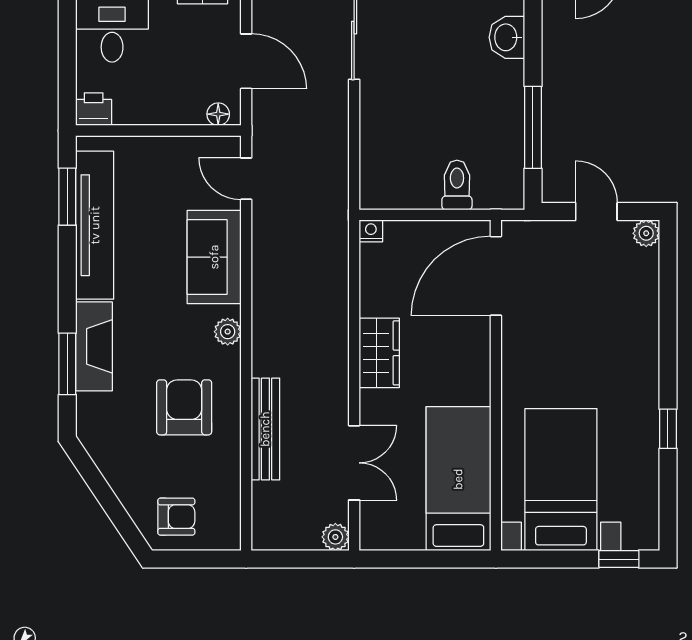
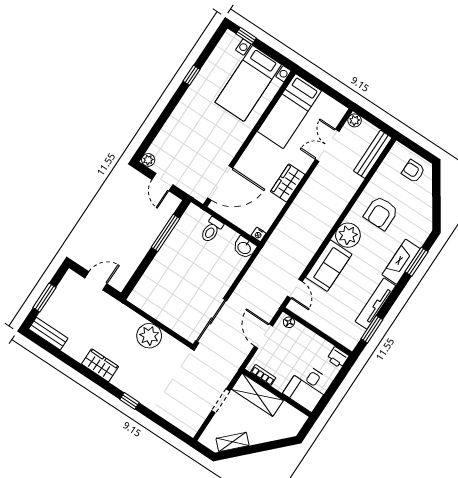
washbasin: (507, 37) -> (244, 248), moved, turned 90
tv unit: (95, 225) -> (375, 304), width x0.73, depth x0.78
plant: (228, 332) -> (348, 235), width x1.88, depth x1.88
bench: (265, 429) -> (373, 154), moved

